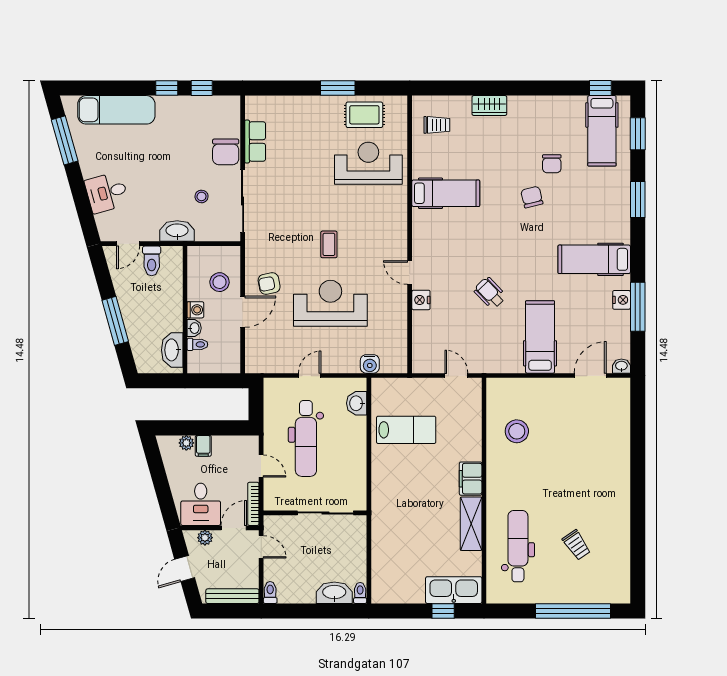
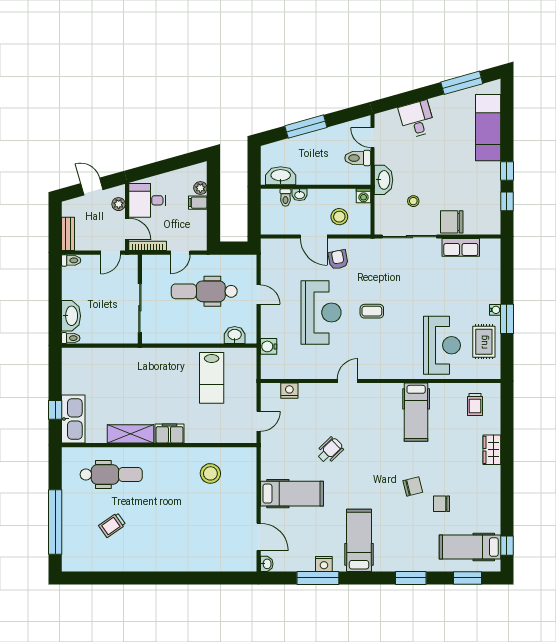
water cooler: (327, 102) -> (495, 310), added
nightstand: (421, 300) -> (289, 391), moved
washing machine: (195, 310) -> (363, 196), moved
bench: (232, 596) -> (68, 234), width x0.73

